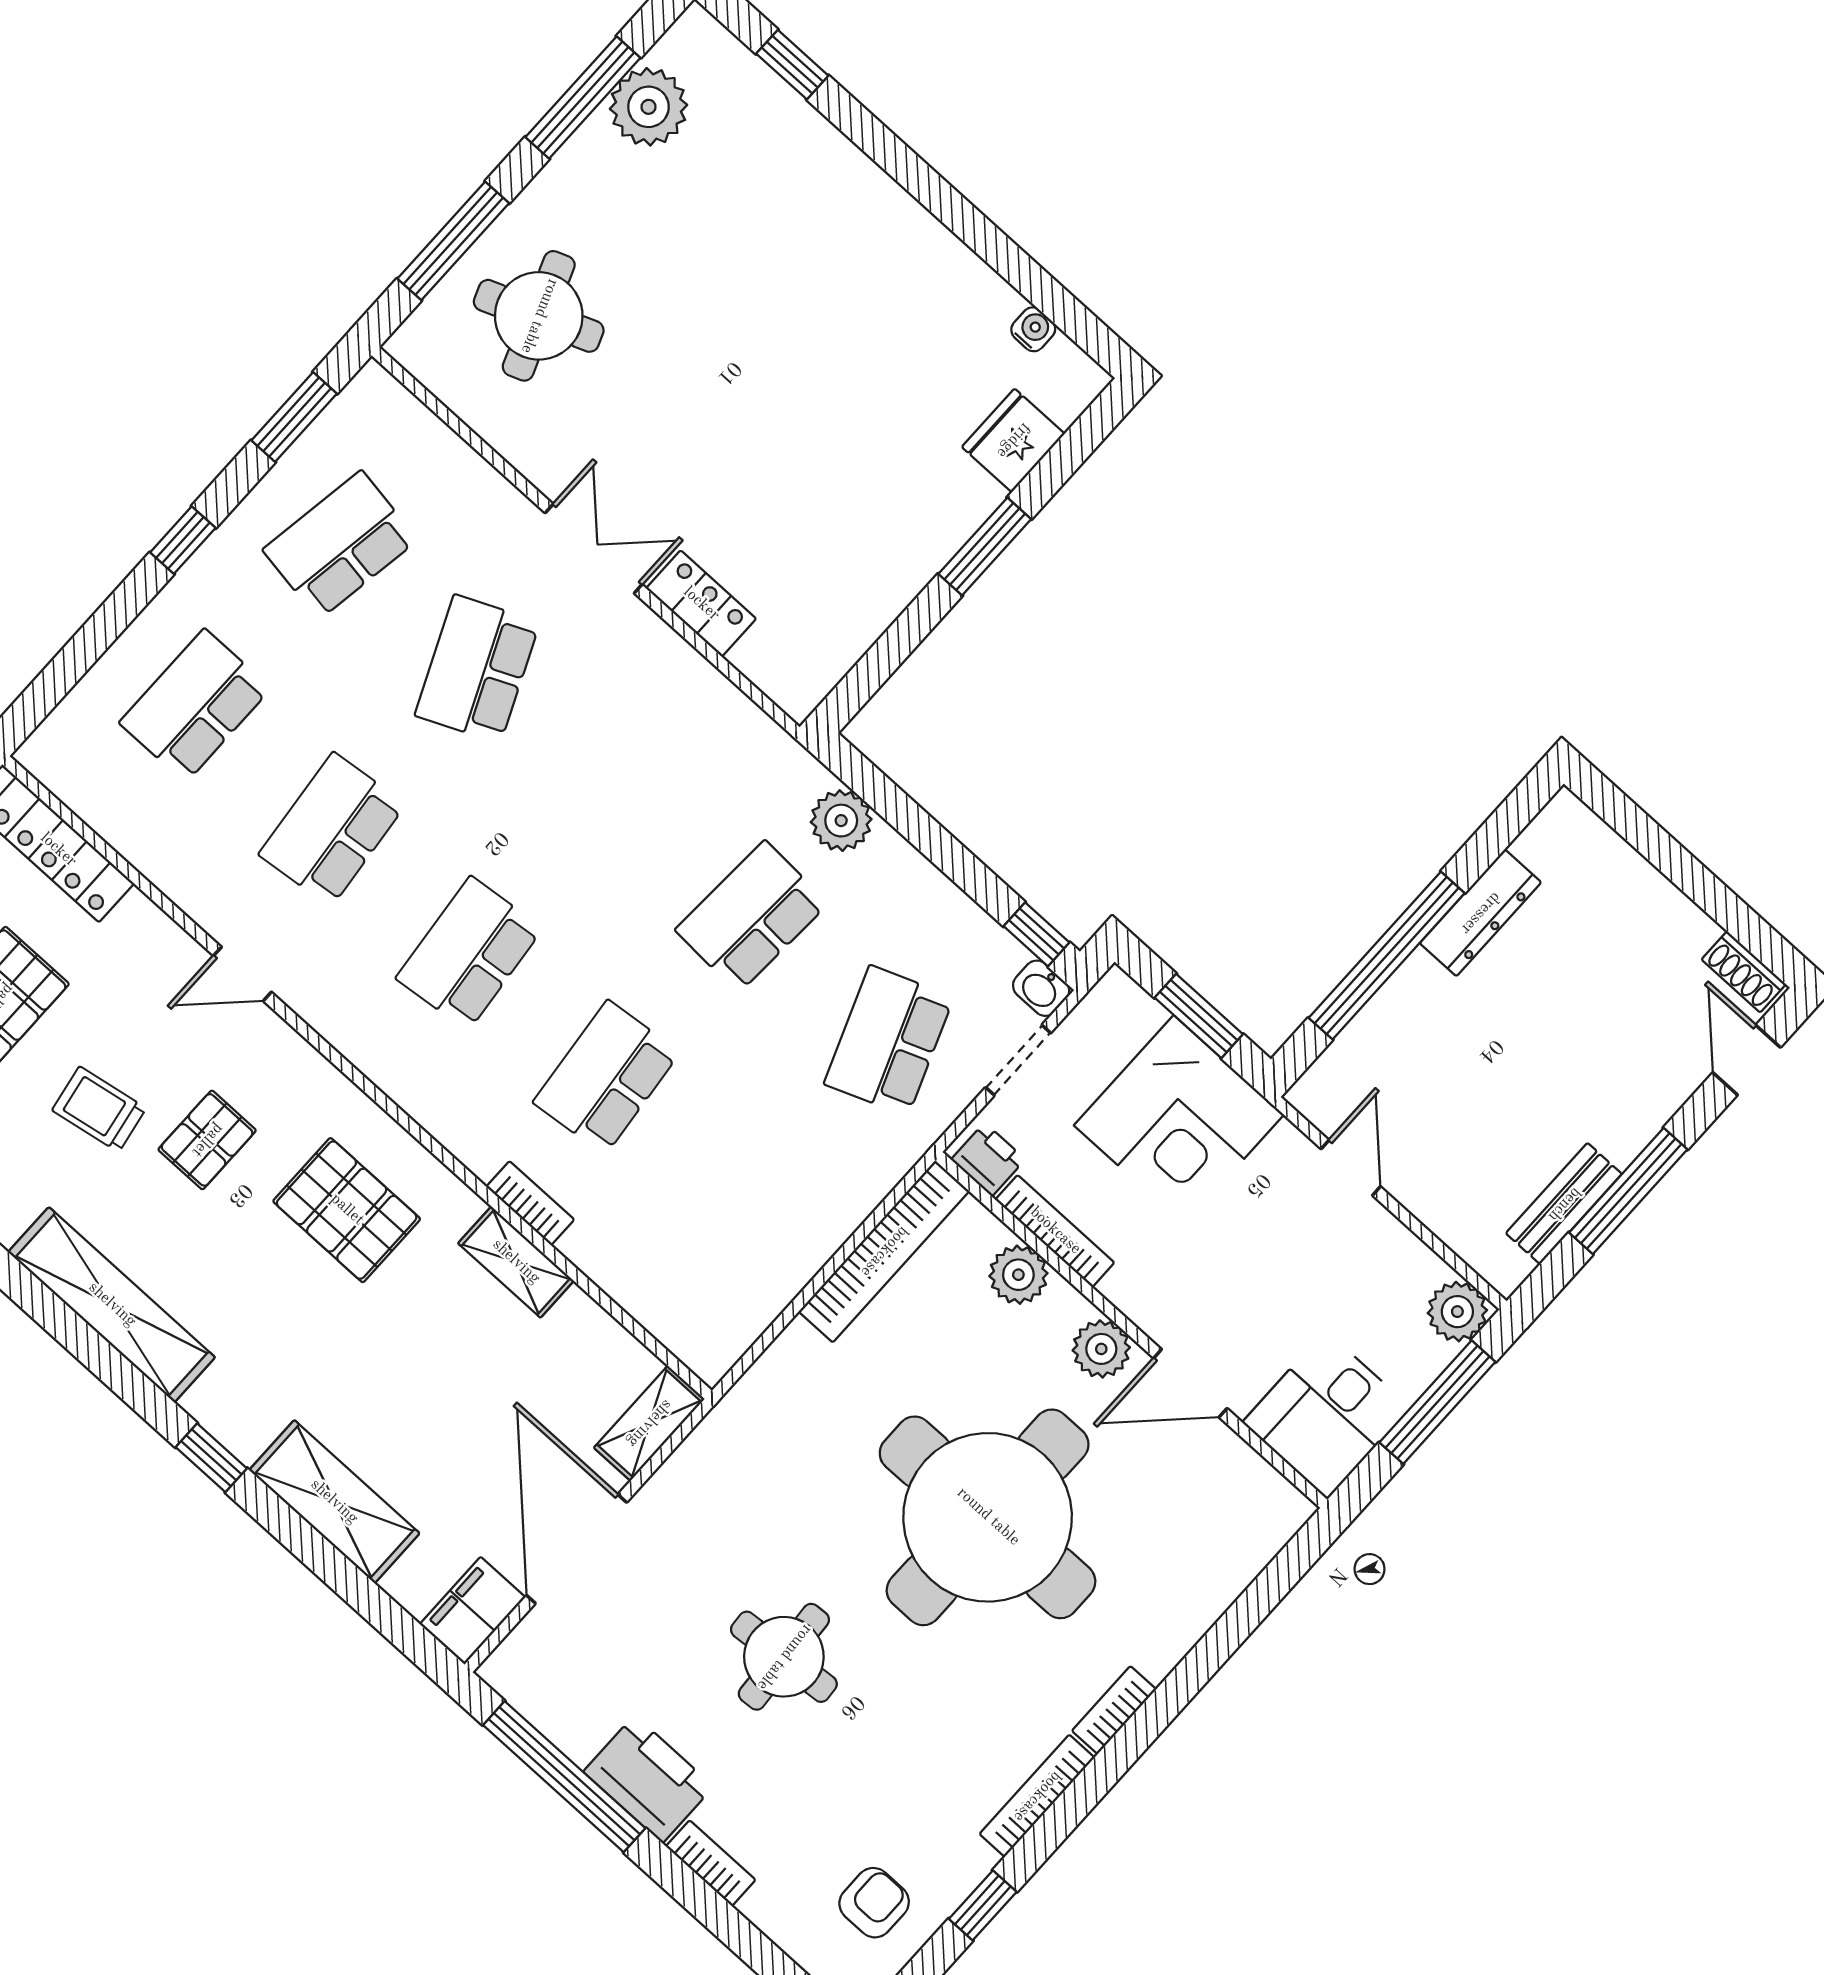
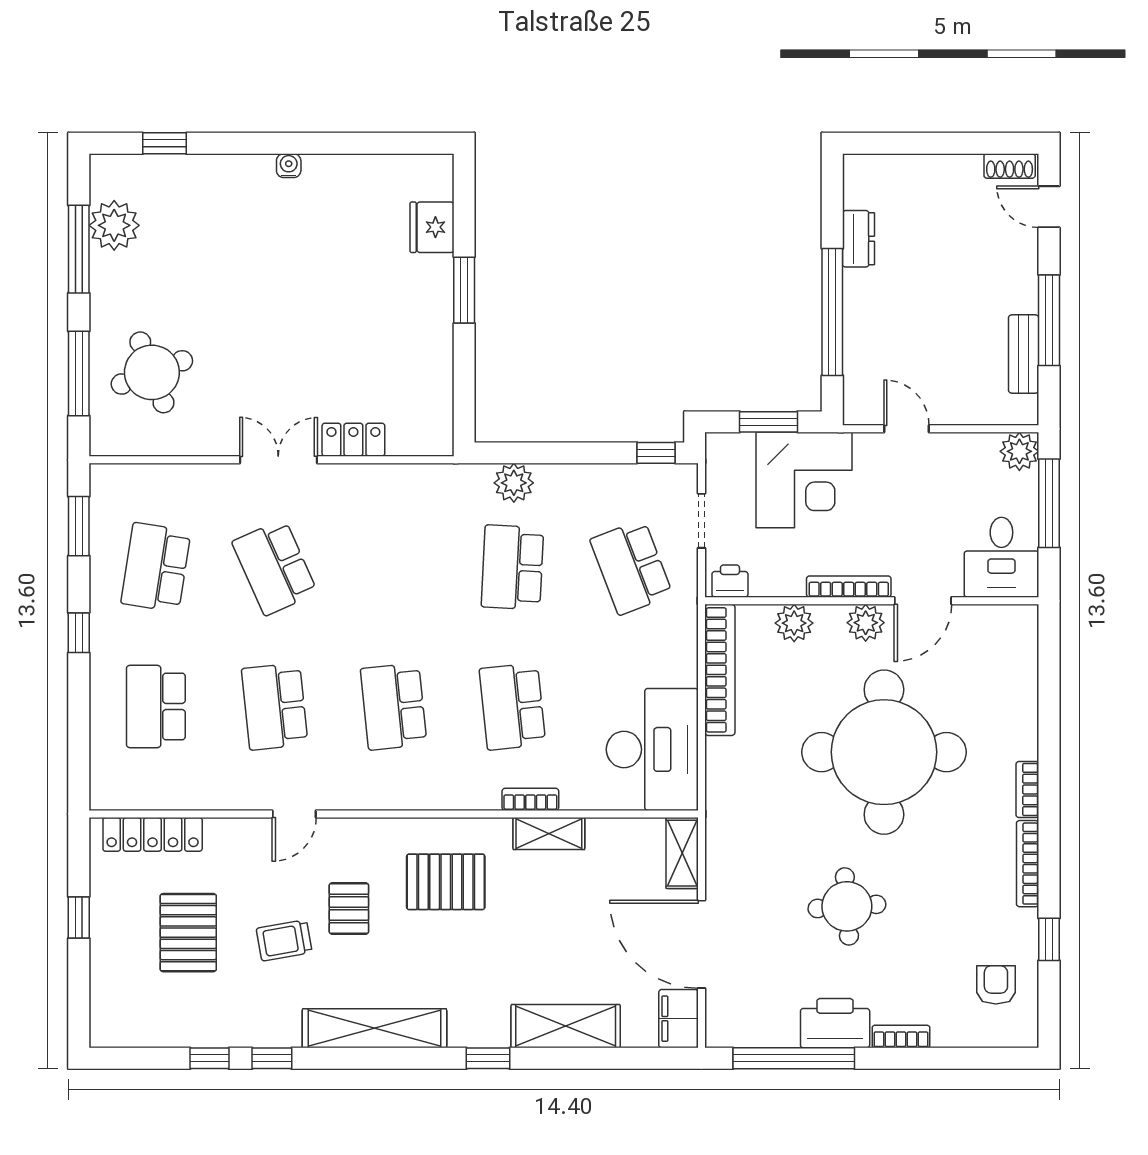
water cooler: (1033, 329) -> (289, 166), moved
dresser: (1480, 913) -> (859, 239), width x0.70
washbasin: (1041, 988) -> (681, 477), removed
bookcase: (1055, 1231) -> (849, 587), moved
desk: (723, 1273) -> (652, 749), added

